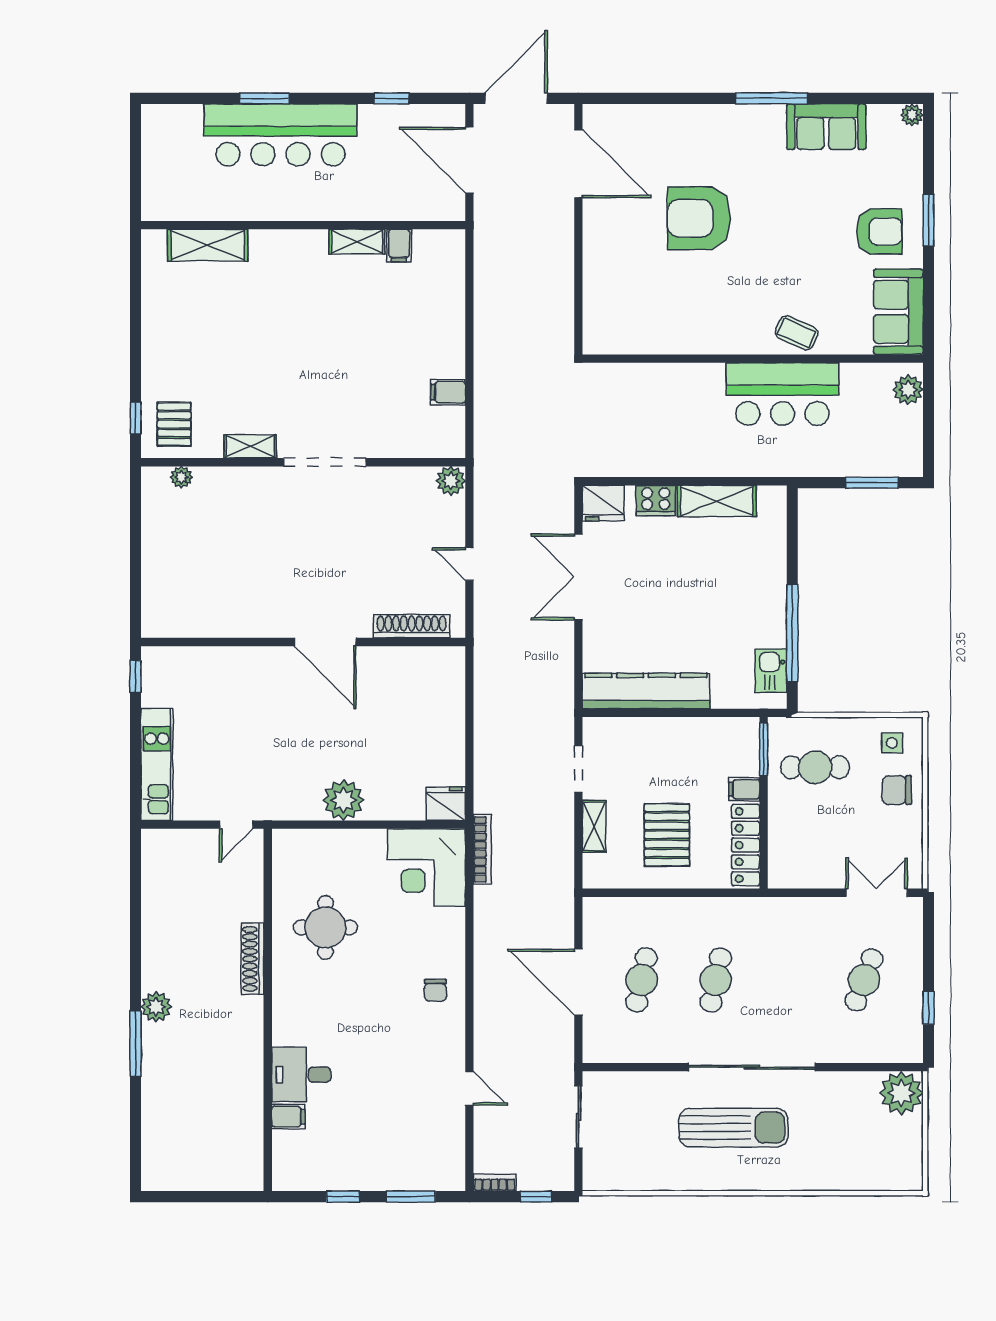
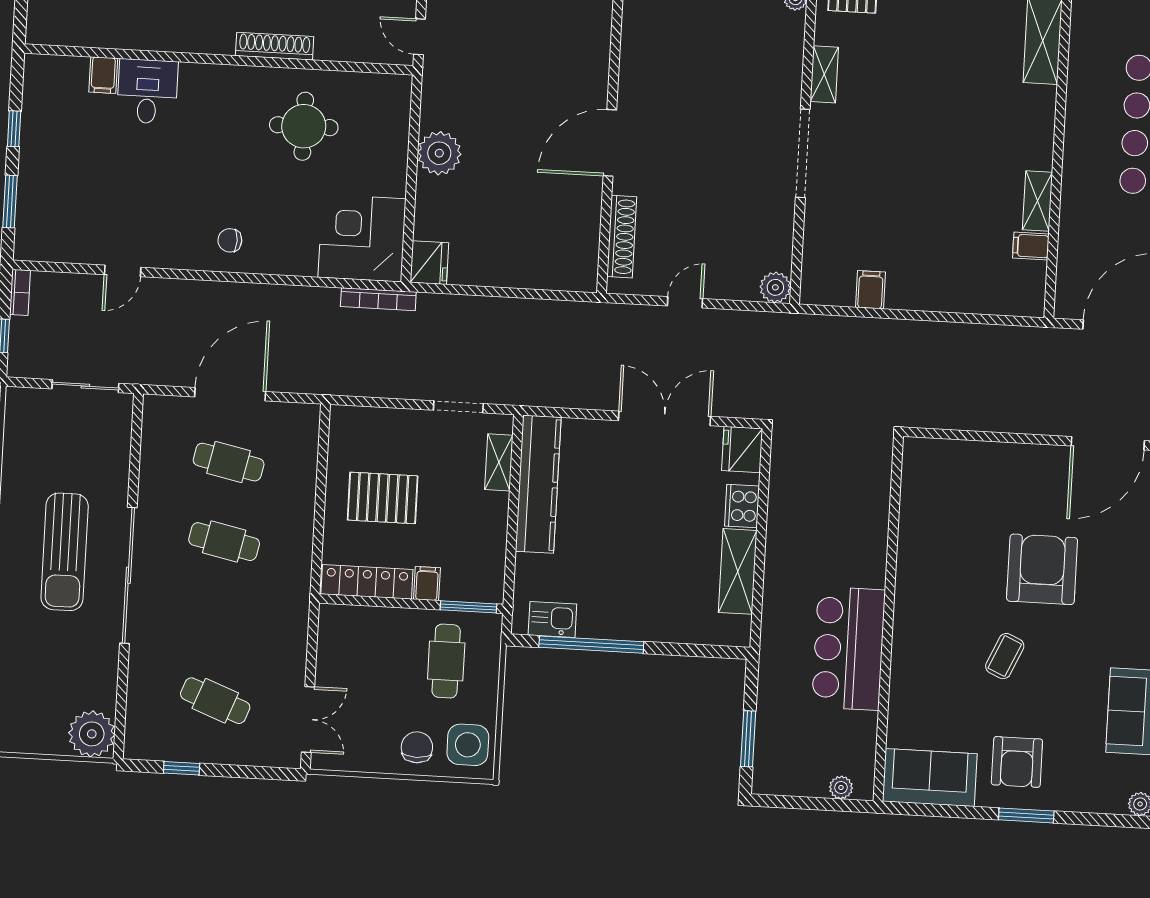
coffee table: (797, 333) -> (1005, 656), moved
plant: (908, 390) -> (841, 787), width x0.73, depth x0.73
side table: (892, 743) -> (468, 745), width x1.87, depth x1.87
shelving: (594, 826) -> (499, 462), moved, turned 90

